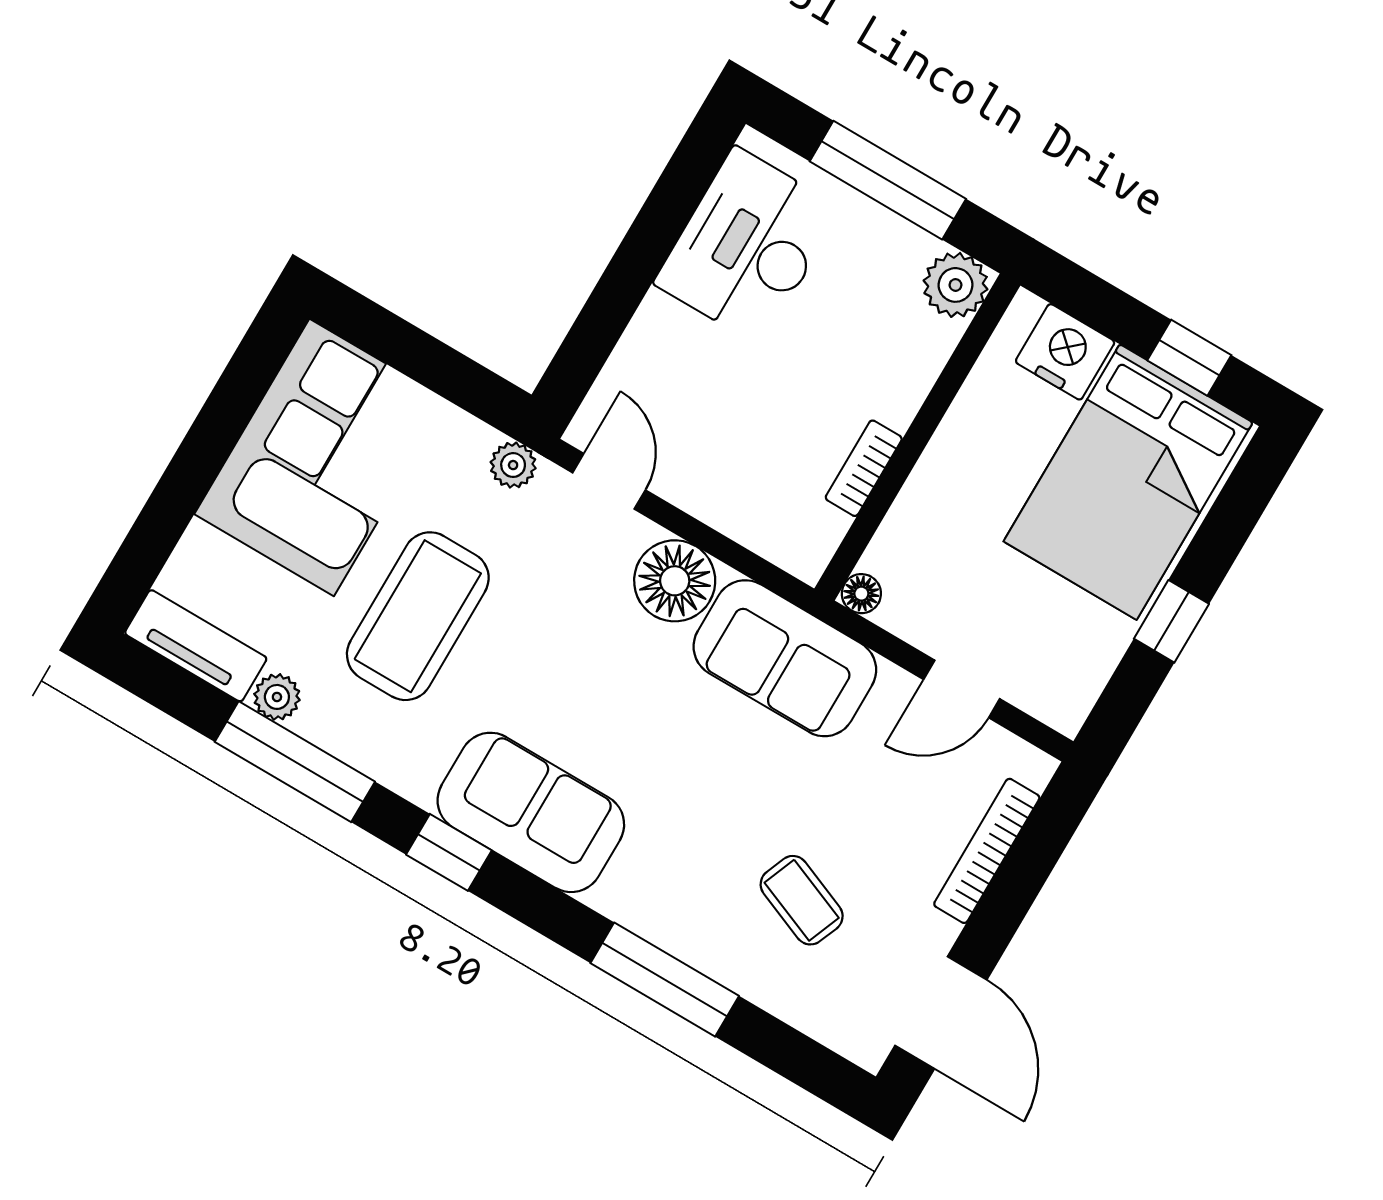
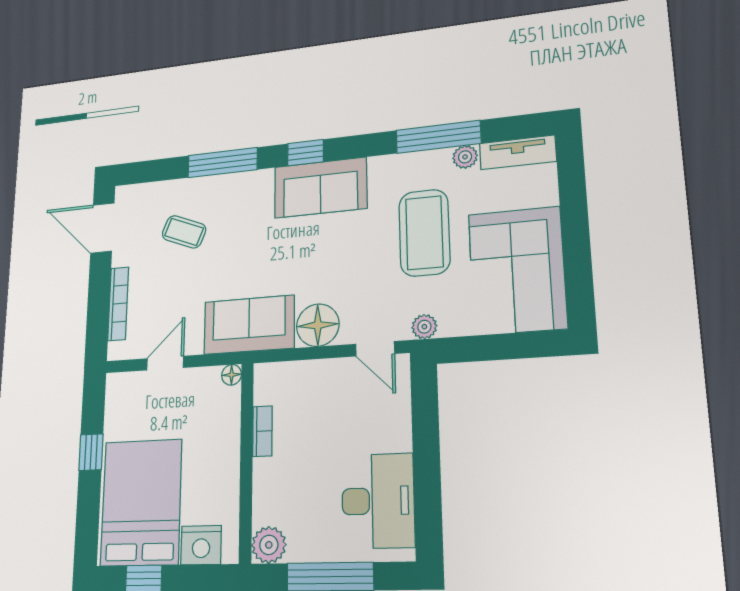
window: (449, 852) -> (306, 153), moved

